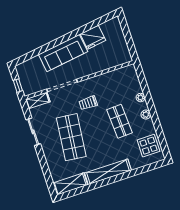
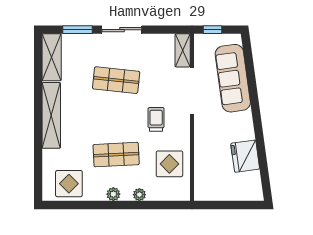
sofa: (63, 53) -> (233, 78), moved
display table: (114, 85) -> (169, 164), added
sliding door: (33, 132) -> (122, 30), moved
shop shelf: (71, 137) -> (116, 80), width x0.70, depth x0.74
window: (47, 173) -> (78, 30), added

